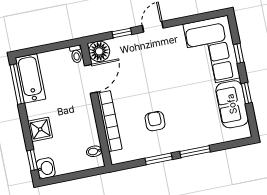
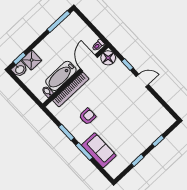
corner sofa: (212, 51) -> (150, 124), removed
bathtub: (30, 79) -> (61, 76), moved, turned 180
door: (91, 79) -> (89, 63), swing flipped
sofa: (232, 104) -> (99, 150), moved, turned 90
shower: (40, 129) -> (32, 60), moved

